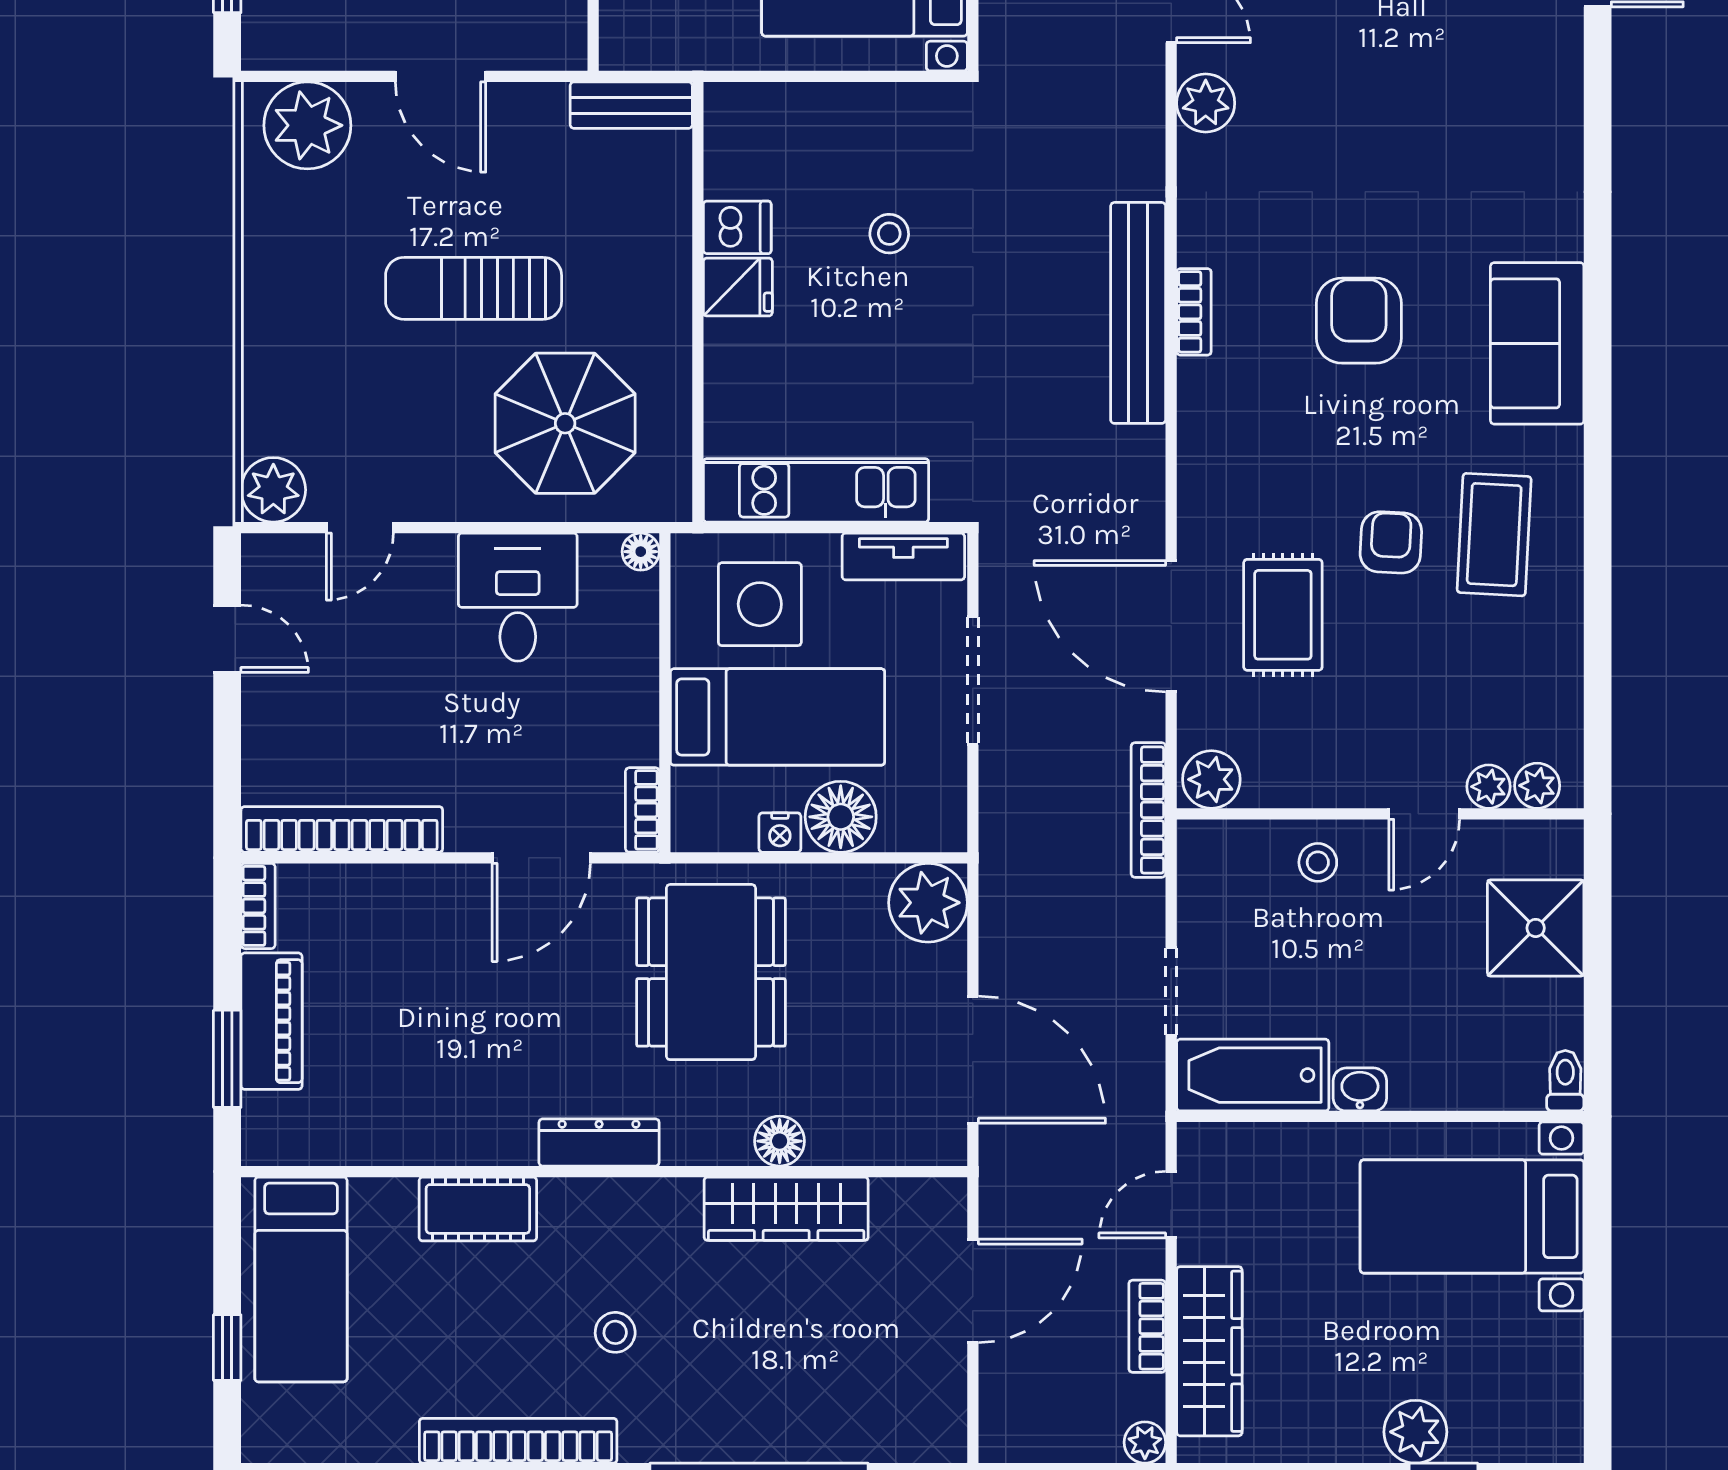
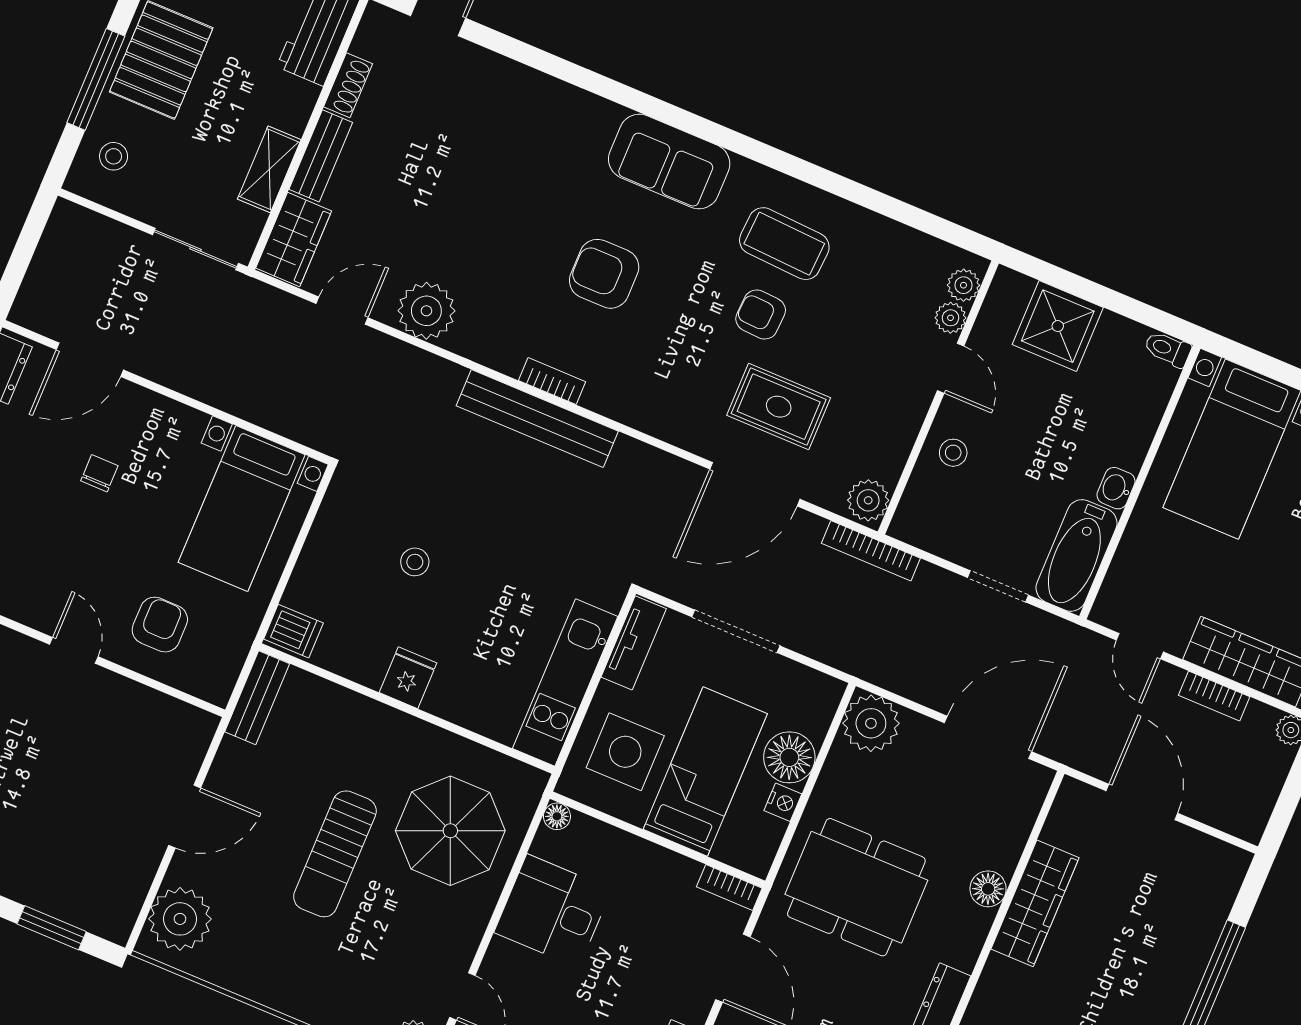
plant: (1206, 103) -> (426, 311), width x1.36, depth x1.36
dishwasher: (737, 227) -> (293, 631), moved, turned 90

